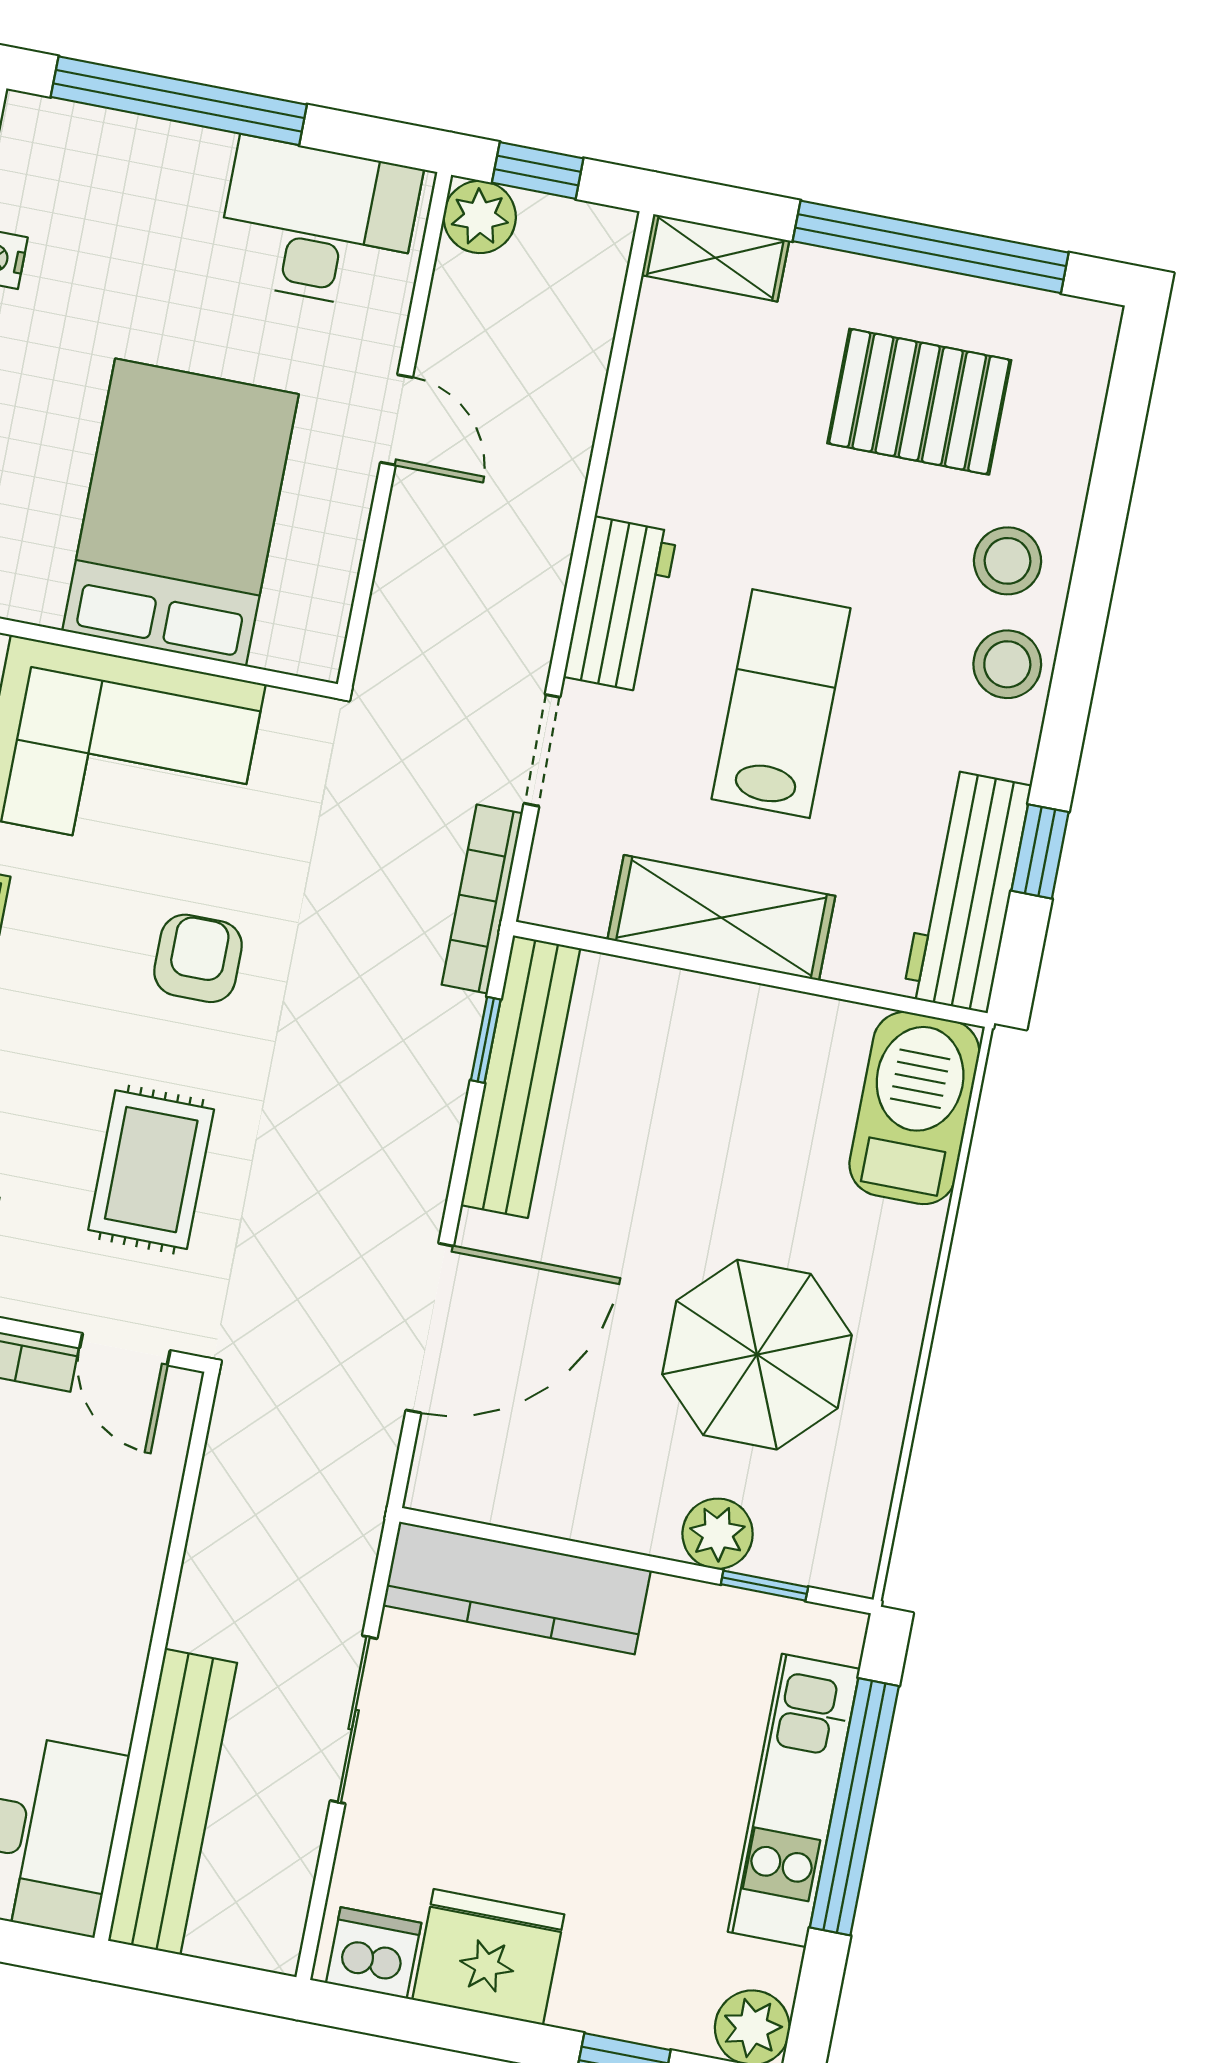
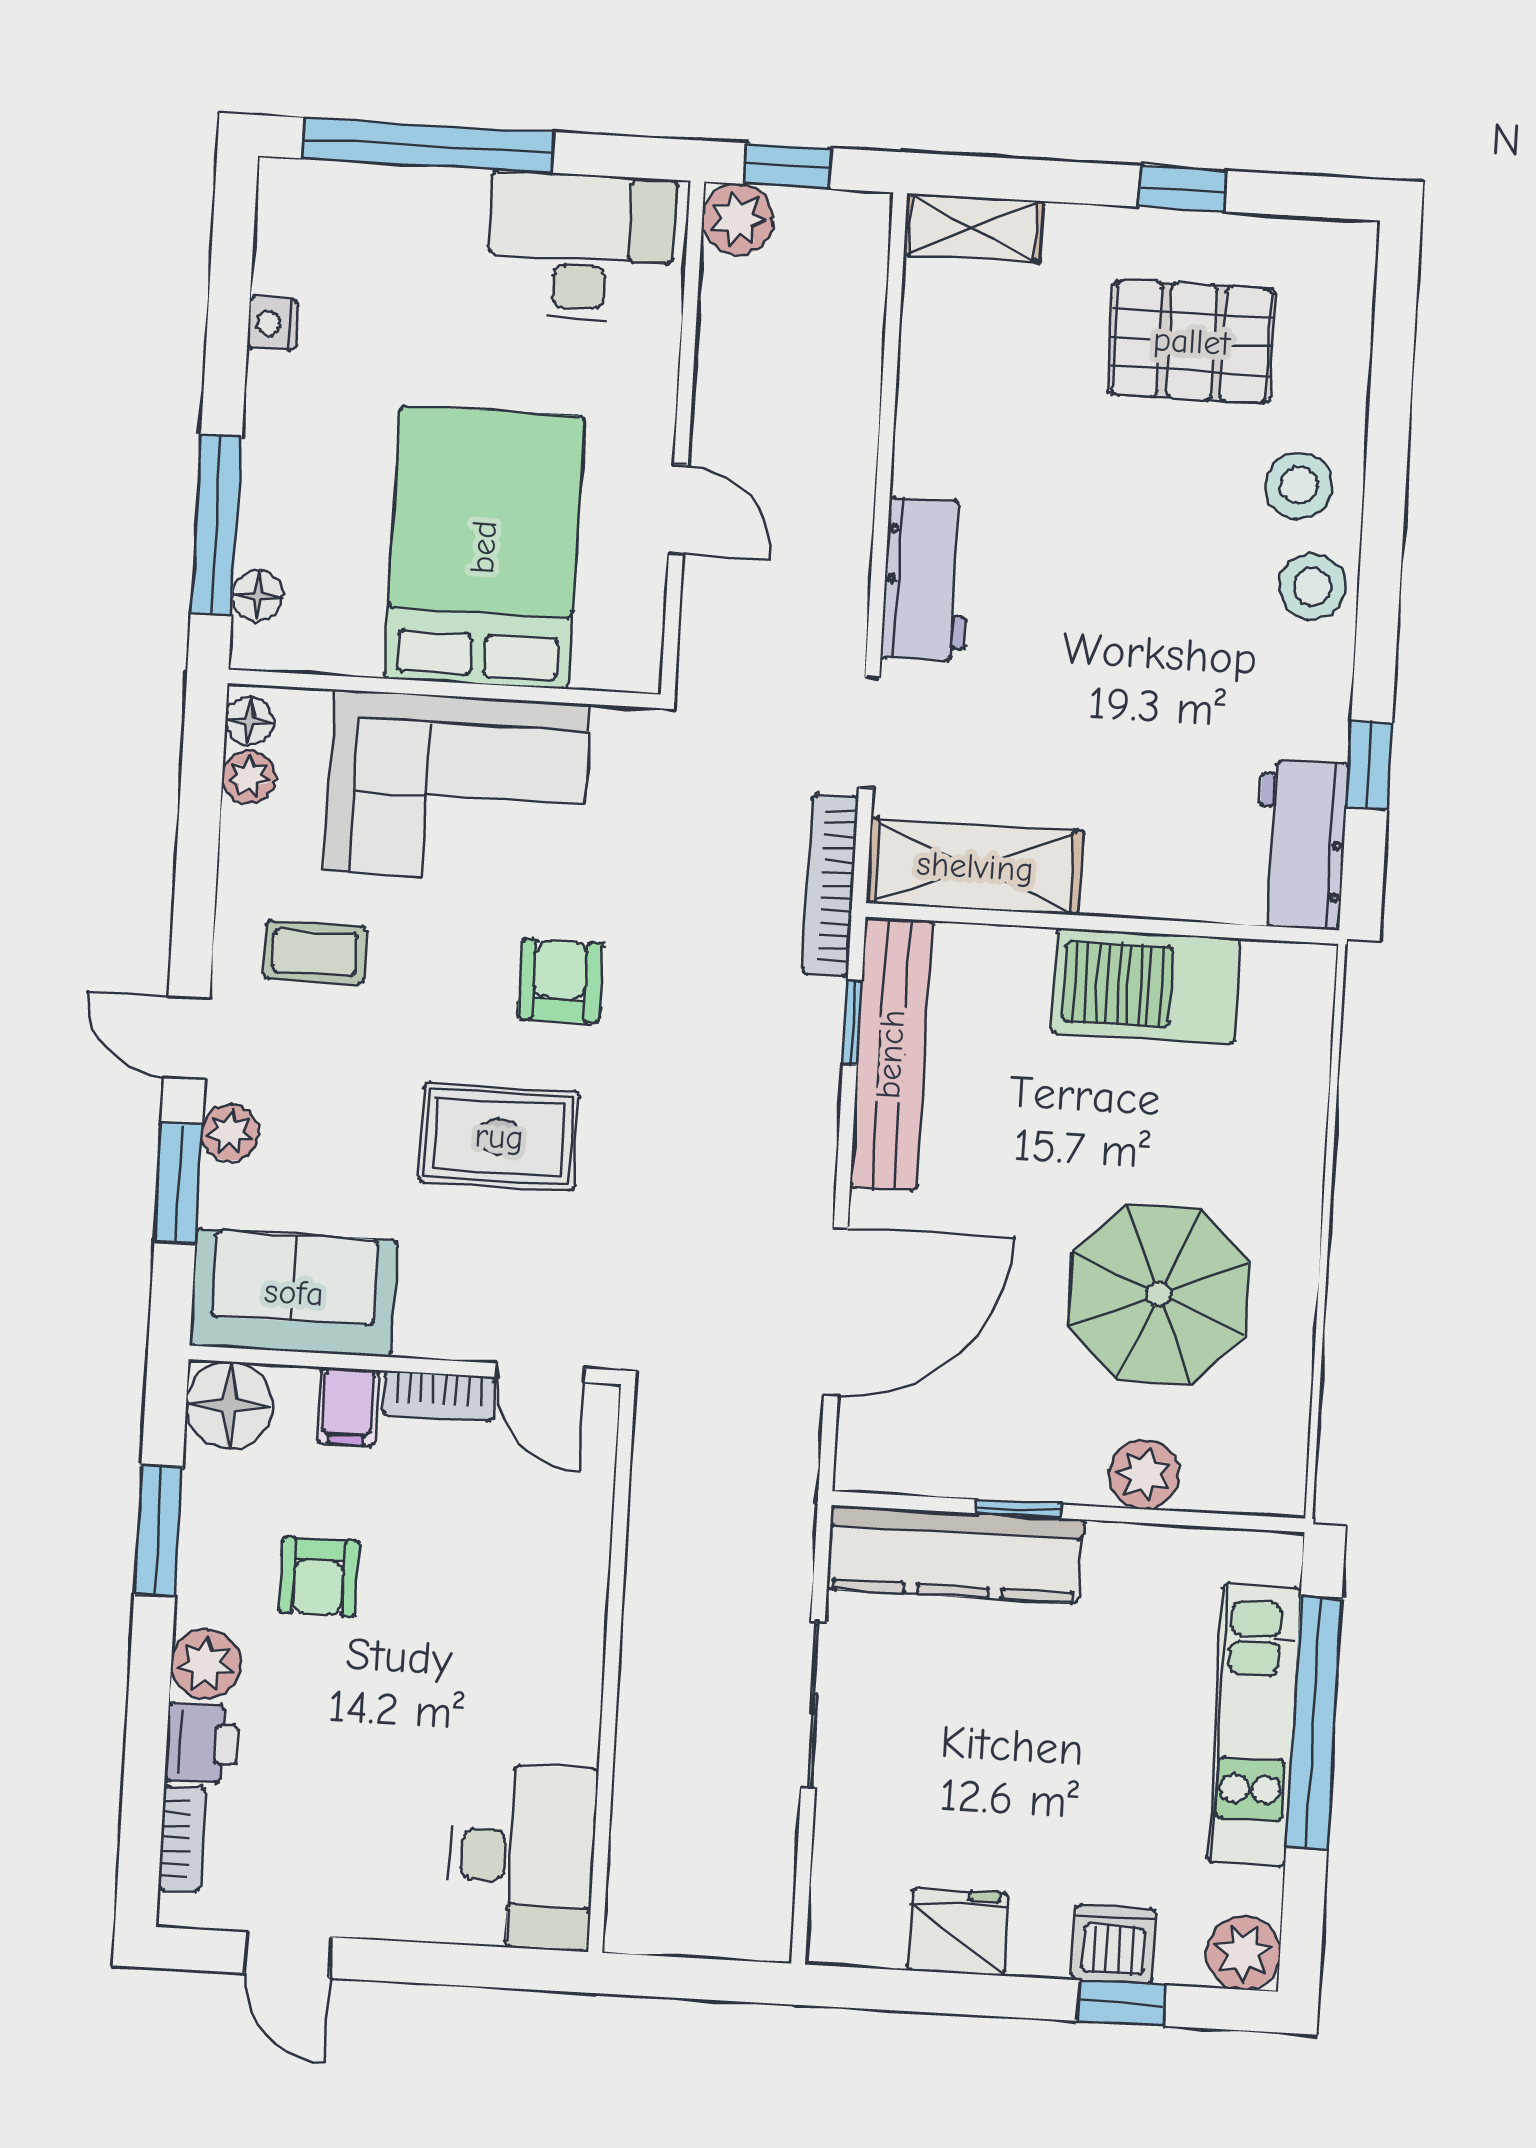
window: (931, 247) -> (1182, 189), width x0.32
door: (396, 420) -> (678, 509), moved
lab bench: (781, 704) -> (1096, 655), removed
workbench: (967, 891) -> (1301, 845), width x0.73
shelving: (721, 918) -> (975, 867), moved
barbecue: (914, 1108) -> (1146, 986), moved, turned -90
rug: (151, 1170) -> (499, 1137), moved, turned 90
window: (764, 1586) -> (1019, 1509), moved
bench: (172, 1802) -> (647, 1809), removed
dishwasher: (374, 1953) -> (1114, 1944), moved
fridge: (488, 1957) -> (958, 1932), width x0.73, depth x0.75

